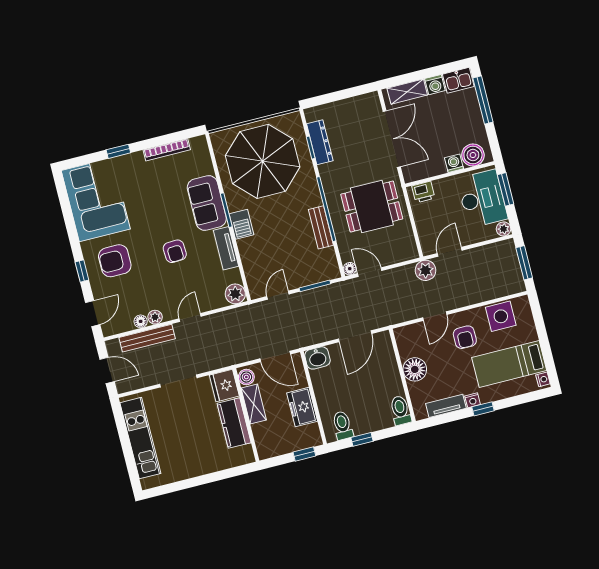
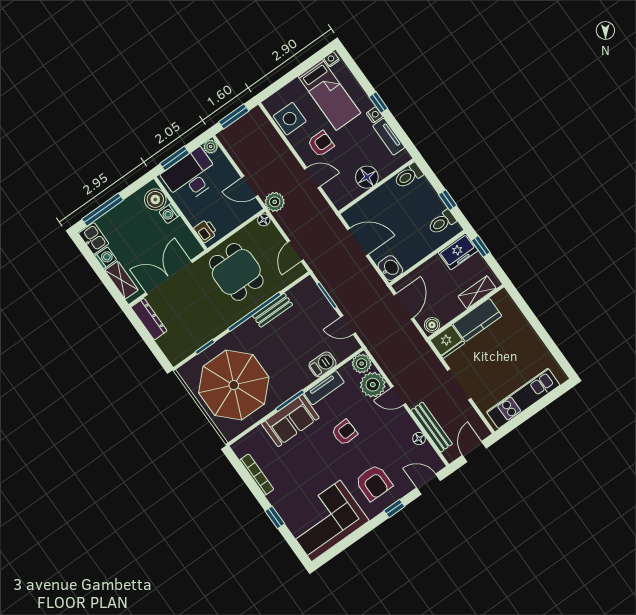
dresser: (320, 142) -> (149, 319), moved, turned 90
barbecue: (241, 224) -> (322, 364), moved
floor lamp: (350, 269) -> (264, 220), moved
plant: (155, 317) -> (373, 385), moved, width x1.88, depth x1.88
shelving: (254, 404) -> (477, 292), moved
freezer: (302, 407) -> (458, 252), moved

